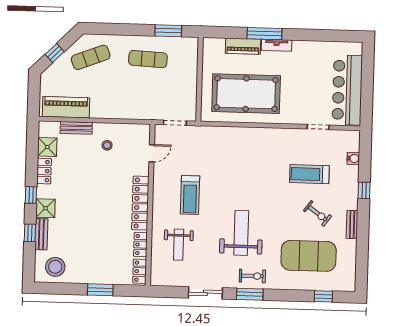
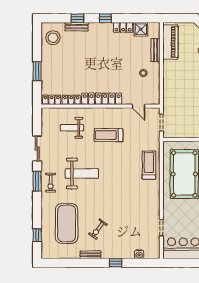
treadmill: (309, 174) -> (149, 165), moved
shower: (45, 208) -> (96, 29), removed

